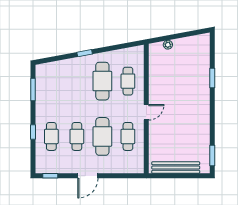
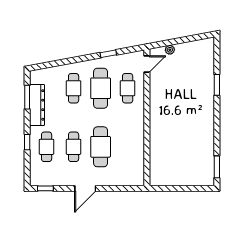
window: (85, 53) -> (108, 54), moved
dresser: (42, 97) -> (37, 105), added
door: (146, 112) -> (147, 64), moved
cafe table: (128, 136) -> (74, 88), moved
bench: (176, 168) -> (178, 180), removed

